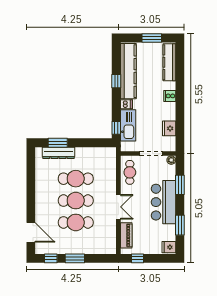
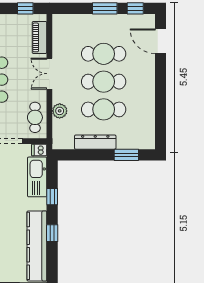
dishwasher: (126, 104) -> (39, 150), moved
window: (116, 128) -> (52, 197), moved
dresser: (58, 153) -> (95, 142), moved
plant: (110, 177) -> (60, 111), added

